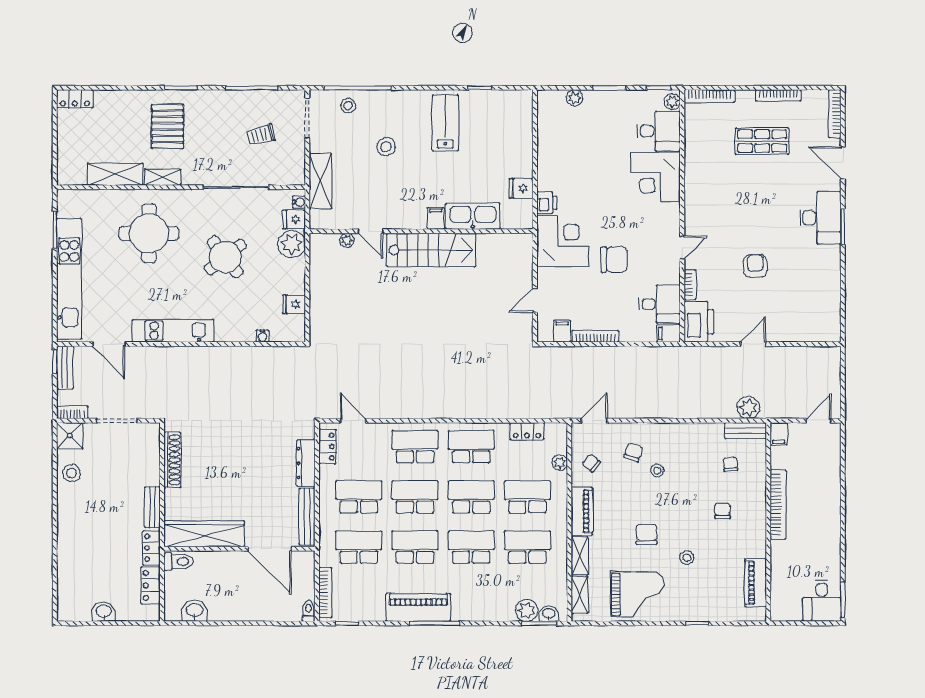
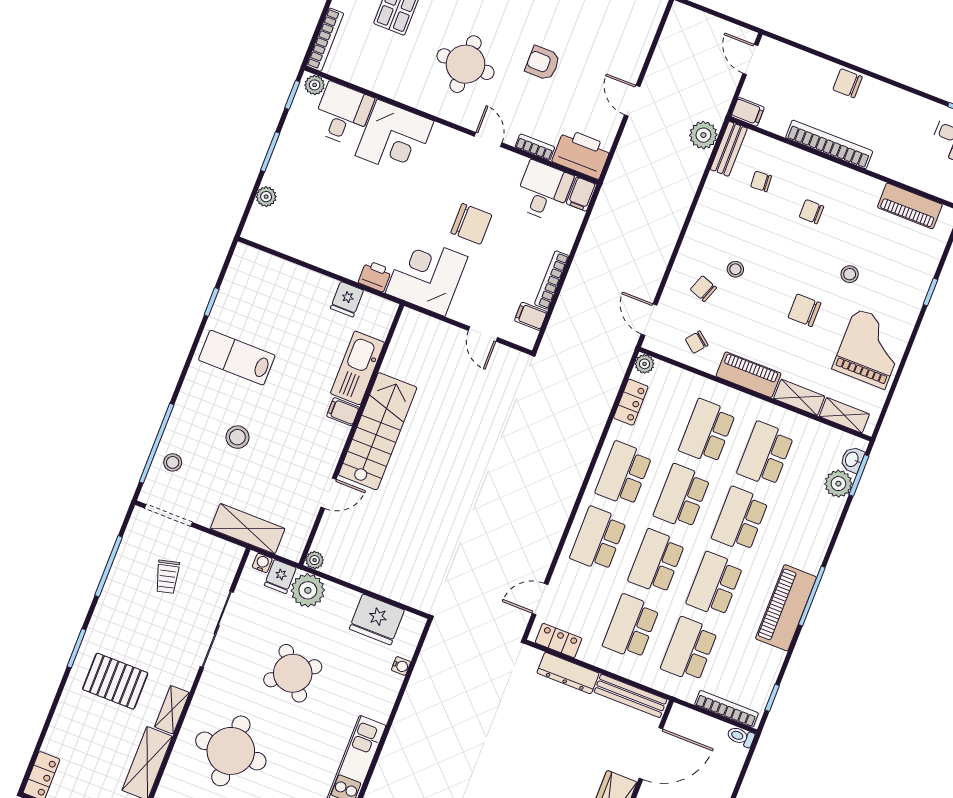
round table: (732, 209) -> (466, 64), added
plant: (347, 240) -> (315, 560), moved
chair: (614, 260) -> (471, 224), turned 90
fridge: (294, 304) -> (377, 619), width x1.88, depth x1.34
plant: (560, 463) -> (645, 364), moved
chair: (829, 500) -> (848, 83), added

